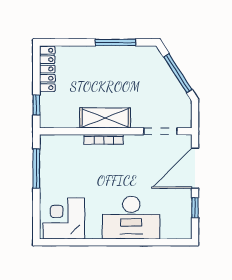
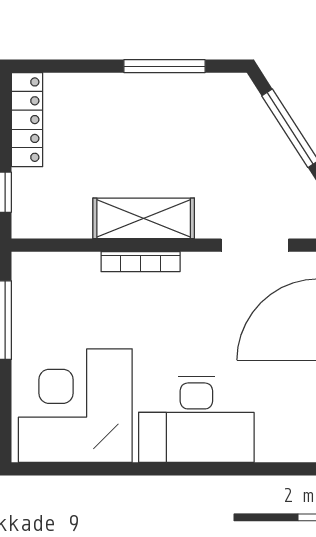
corner desk: (64, 218) -> (75, 406), width x1.36, depth x1.36

